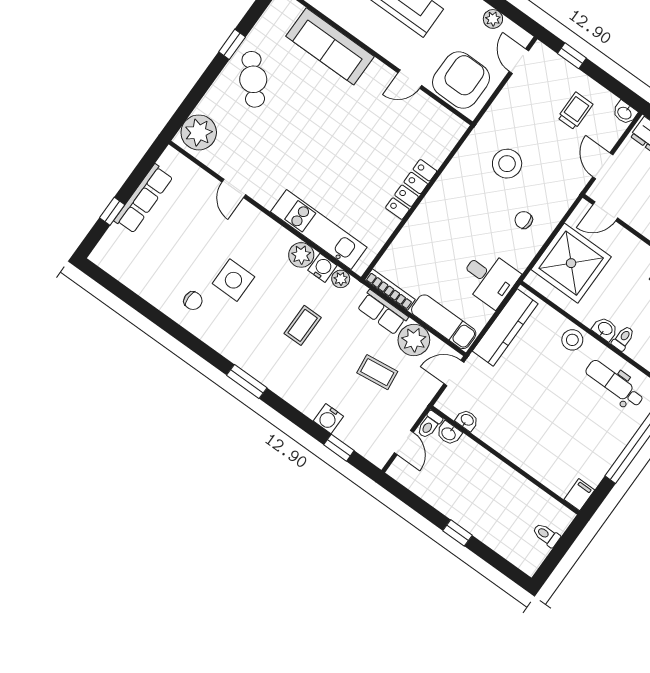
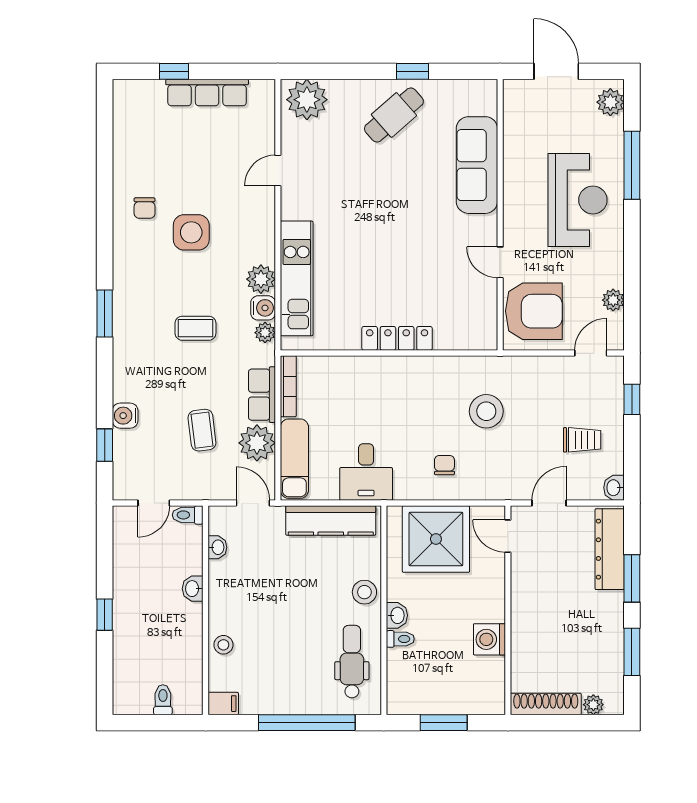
washbasin: (449, 433) -> (193, 589), moved
stool: (538, 465) -> (223, 645), added

